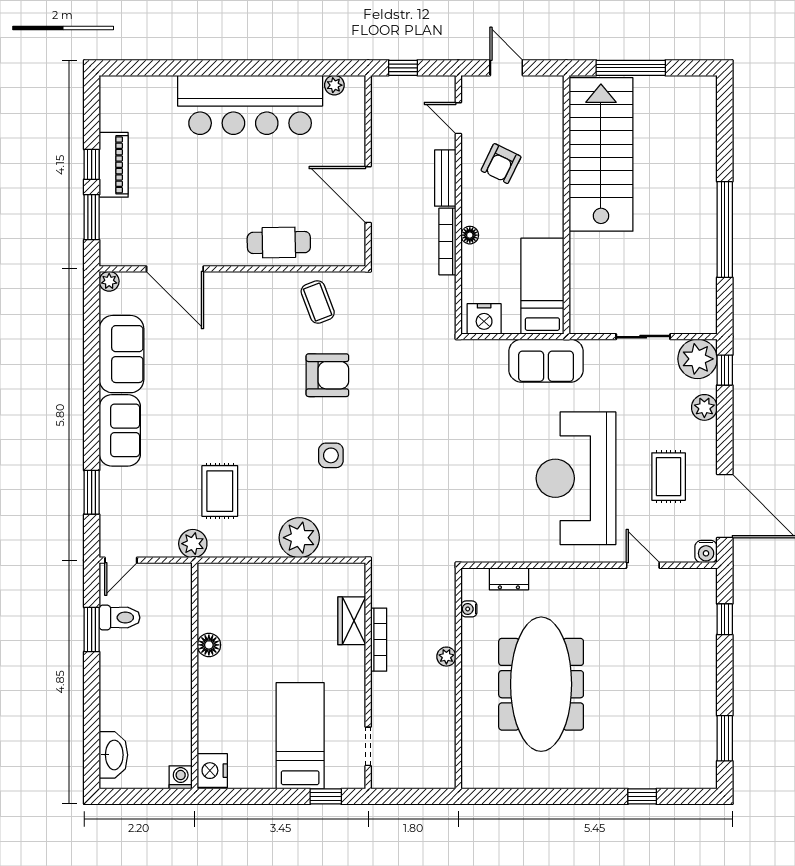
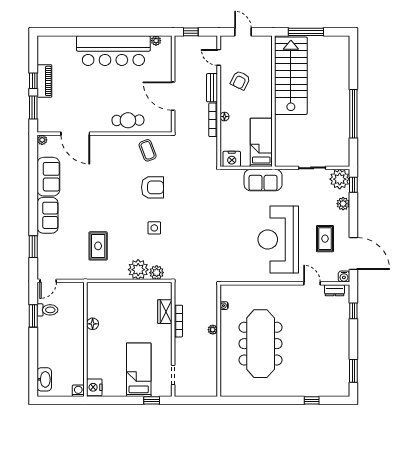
plant: (193, 544) -> (157, 273), moved
dresser: (509, 579) -> (335, 290), moved

